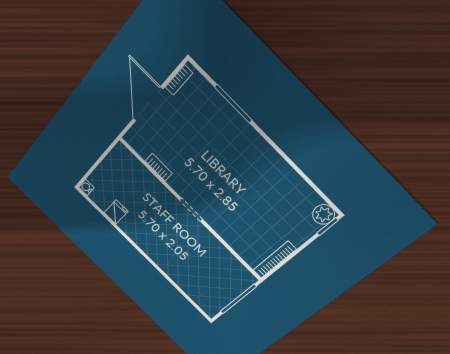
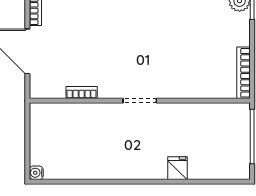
fridge: (116, 212) -> (177, 168), moved

